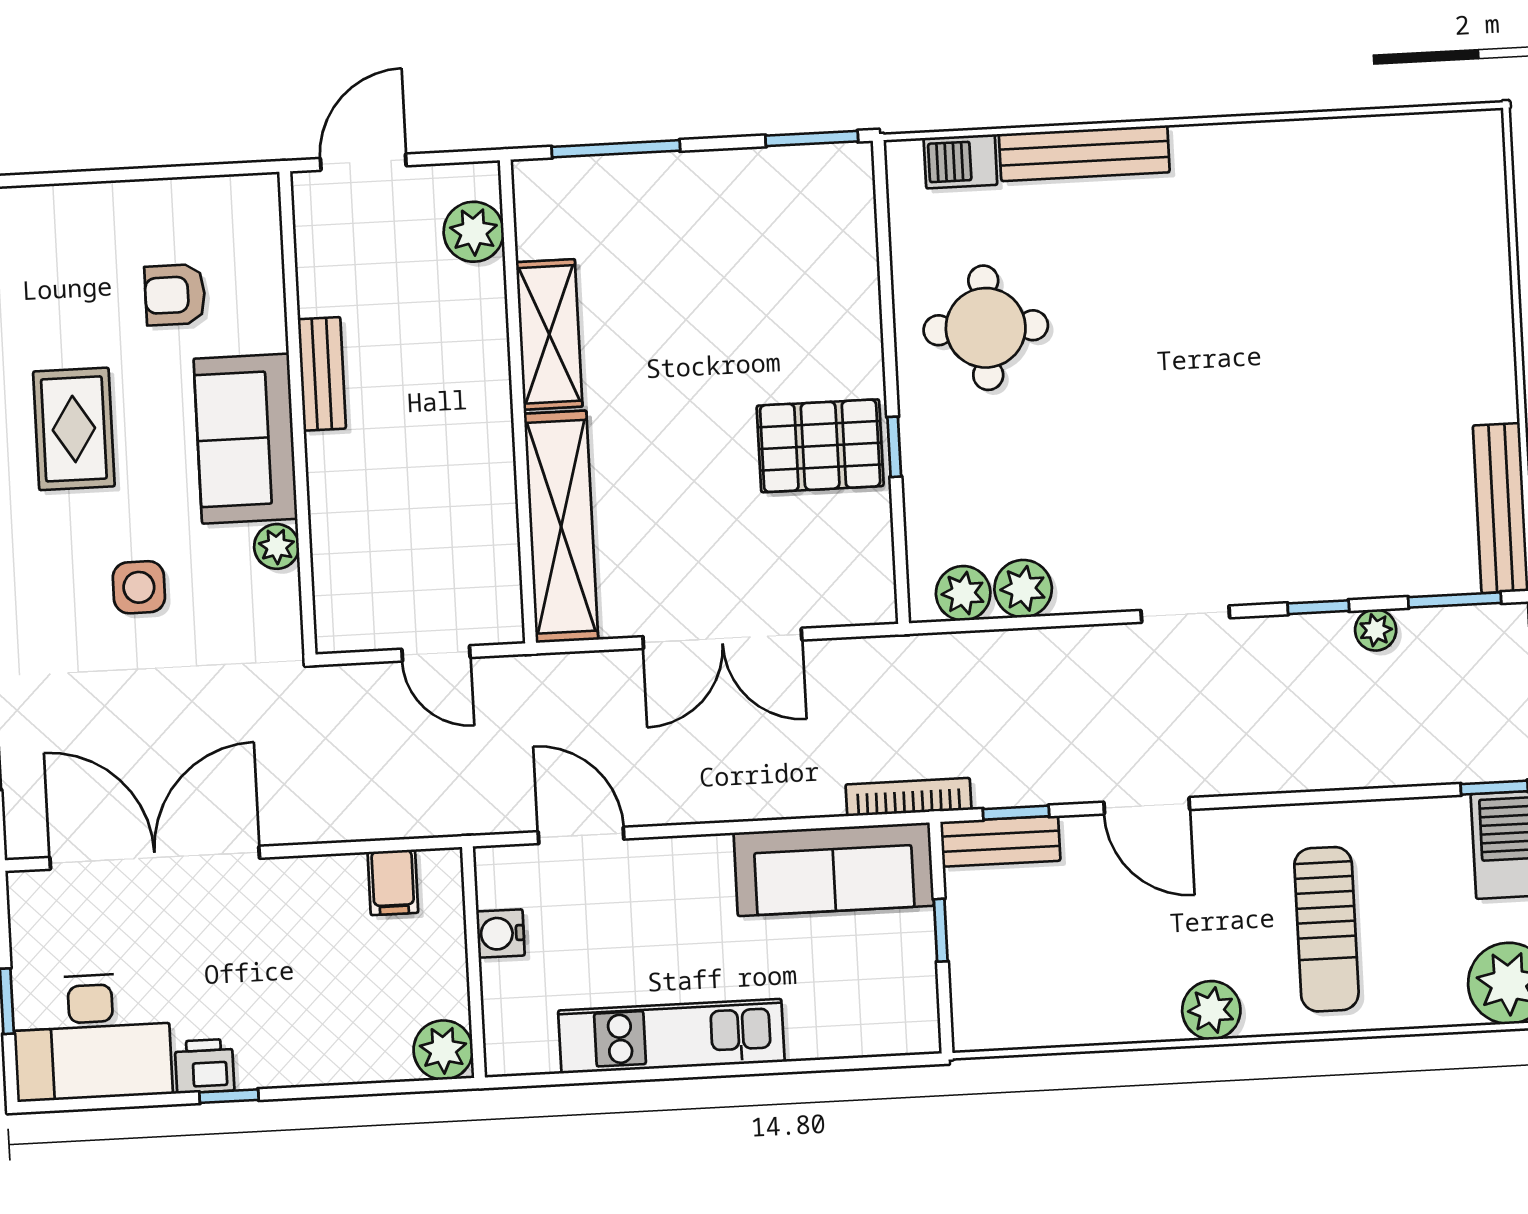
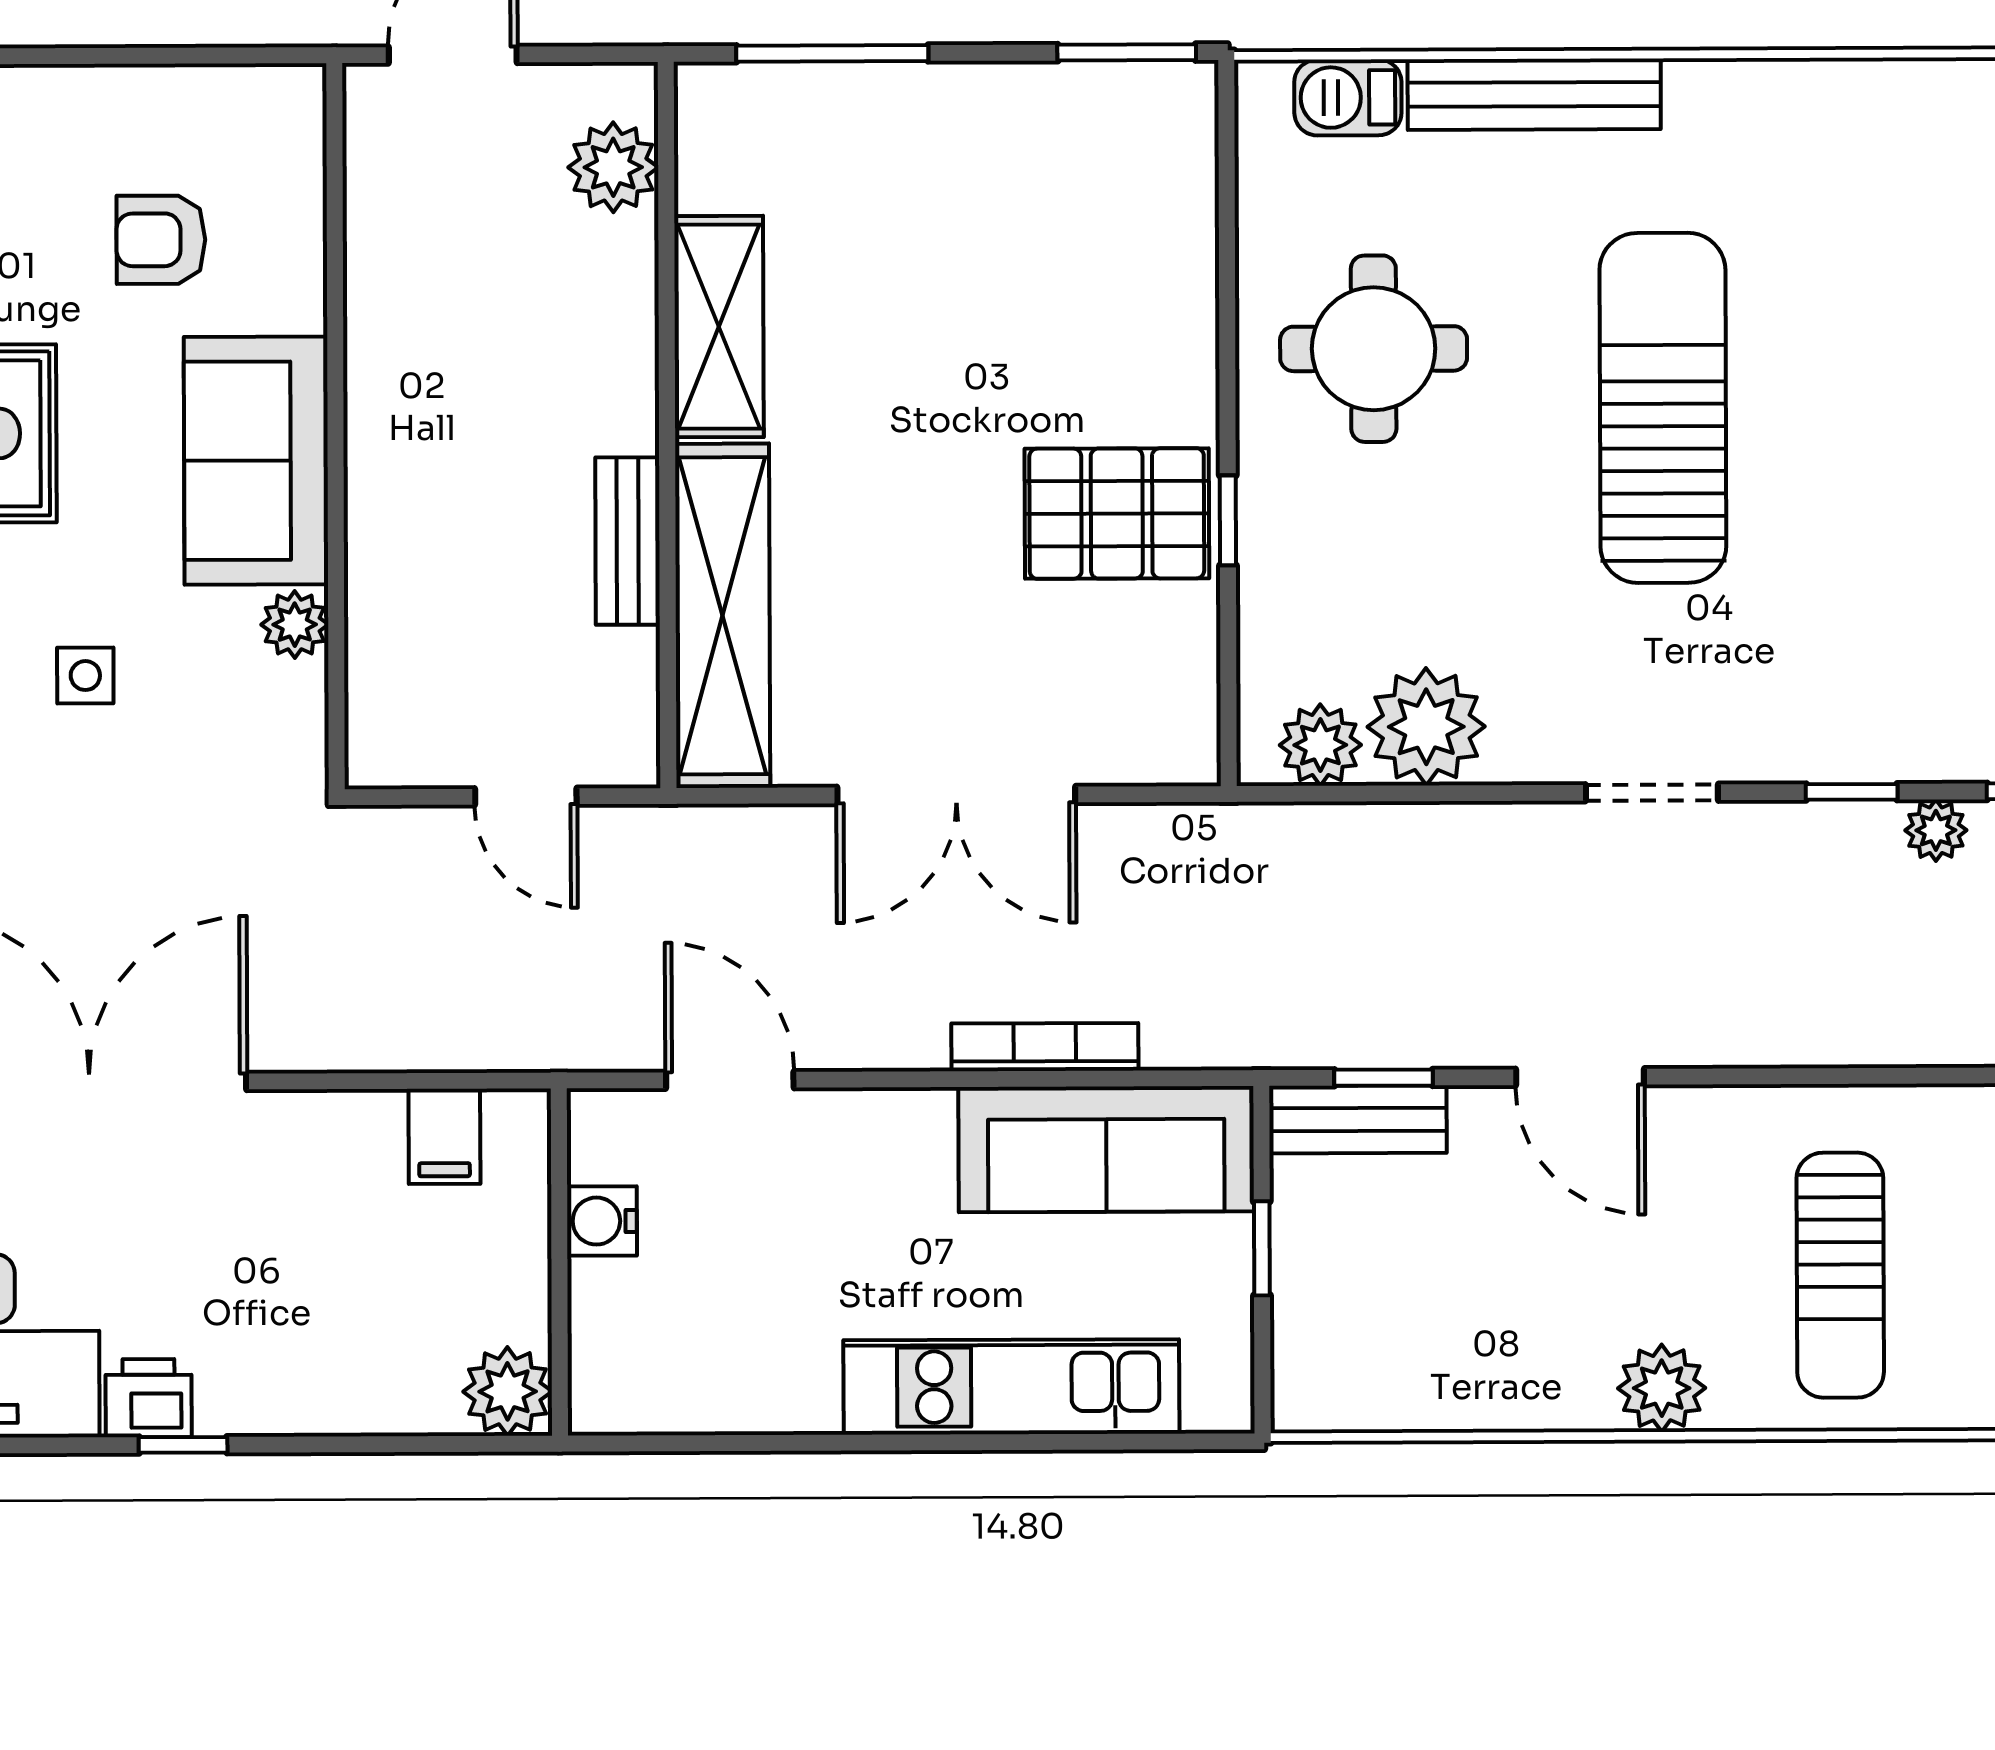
sun lounger: (1180, 358) -> (1663, 408), added
bench: (322, 374) -> (628, 541), moved
side table: (139, 587) -> (85, 676), width x0.73, depth x0.73
plant: (1023, 589) -> (1426, 727), width x1.36, depth x1.36
bookcase: (908, 797) -> (1045, 1047), moved
kitchen unit: (671, 1036) -> (1011, 1387), moved

